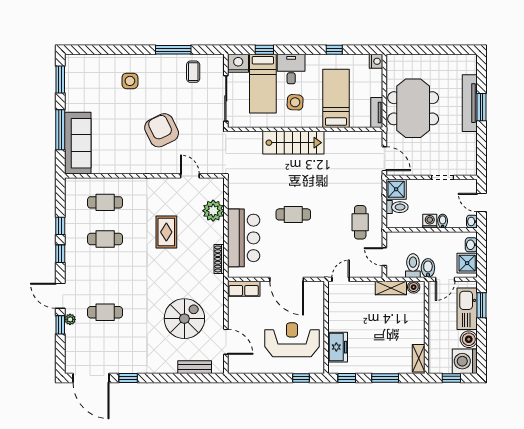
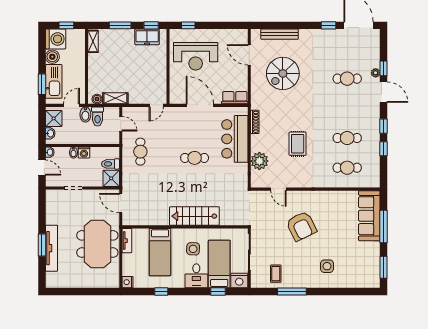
freezer: (338, 347) -> (147, 37), moved, turned -90
bench: (195, 367) -> (280, 34), width x1.36

